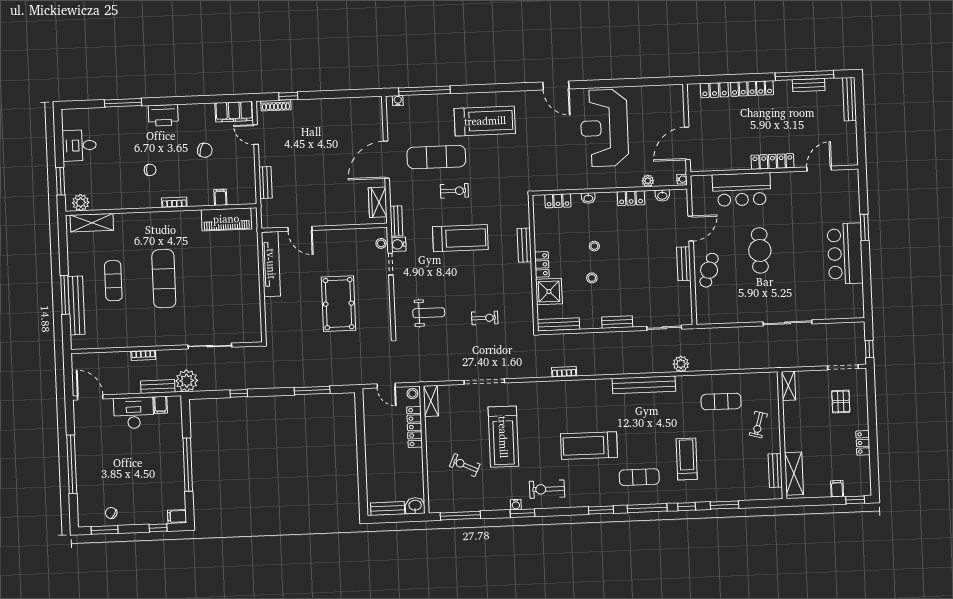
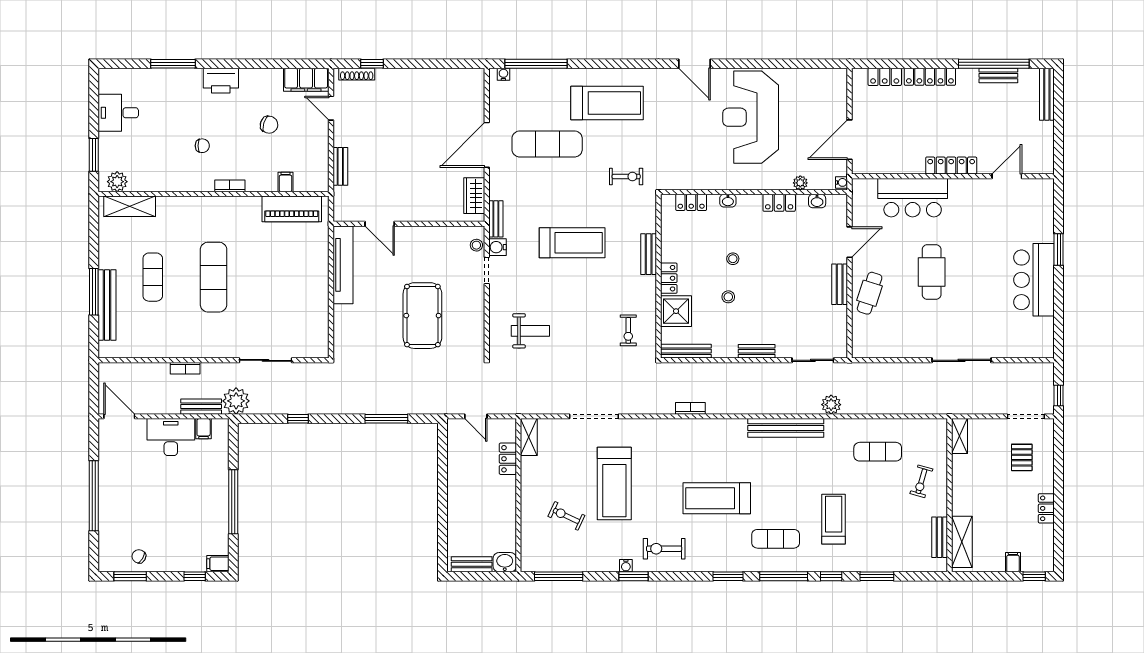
exercise bike: (454, 191) -> (626, 176), moved
exercise bike: (485, 318) -> (628, 330), moved, turned 90
stool: (412, 394) -> (507, 427), removed
locker: (415, 427) -> (508, 459), width x0.66

